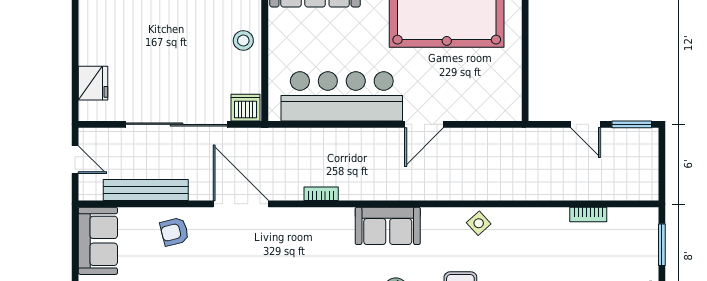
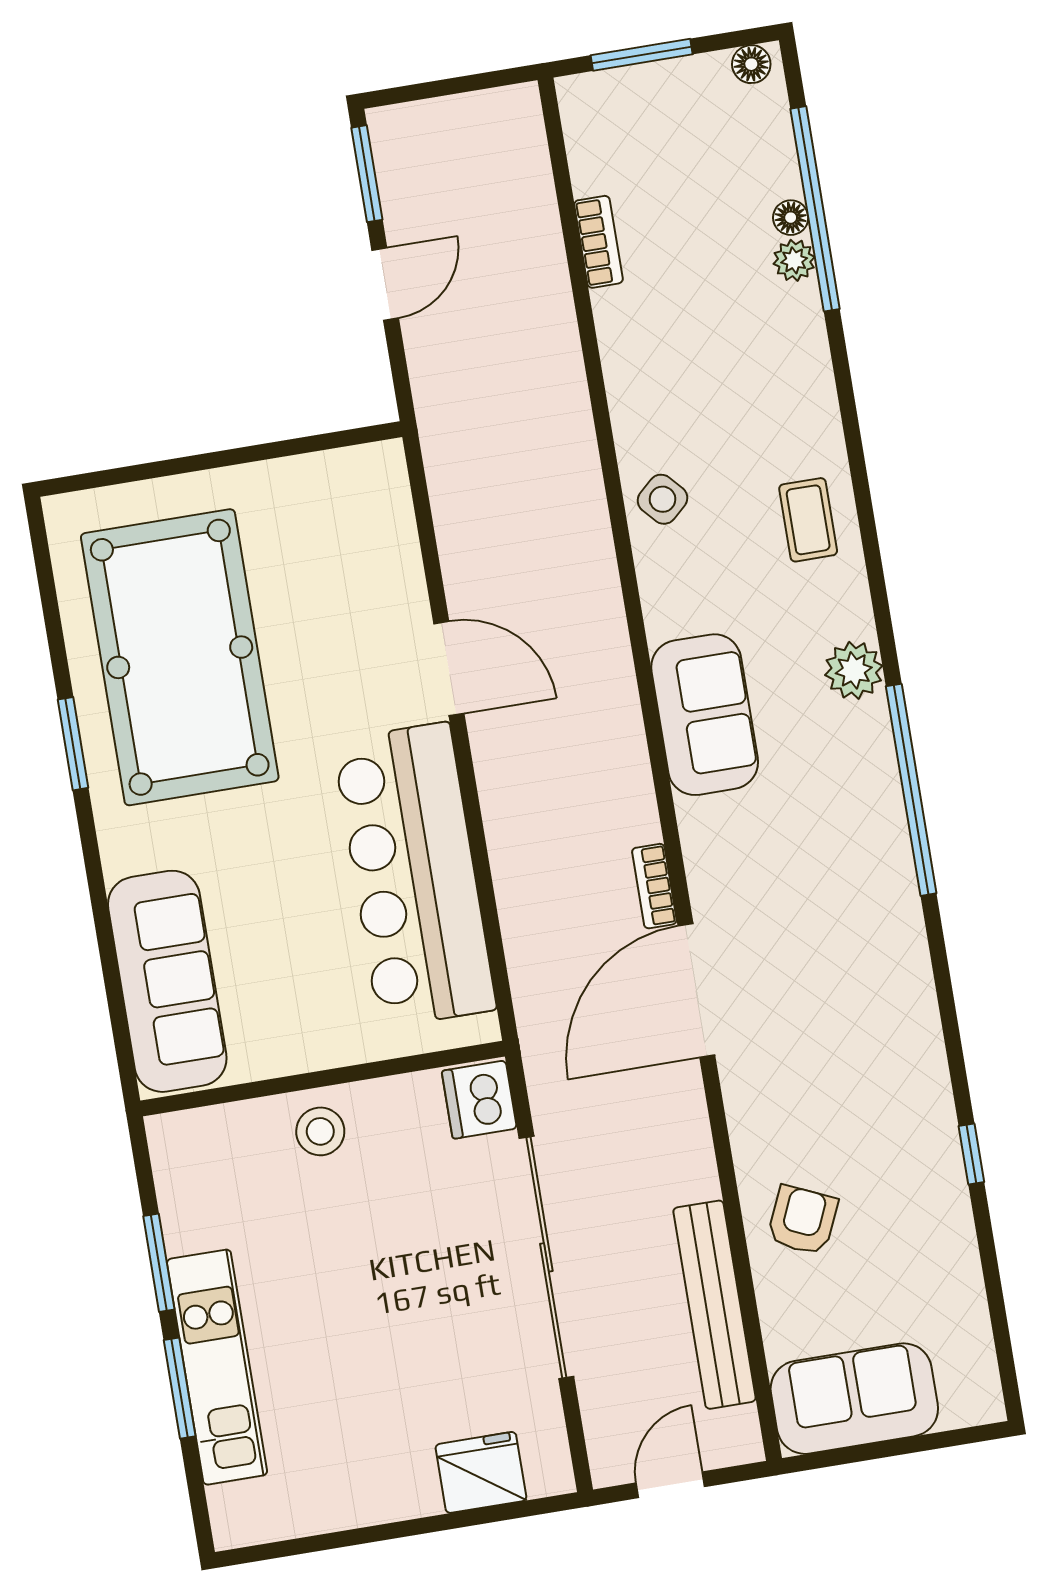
door: (241, 204) -> (696, 991), moved
armchair: (174, 232) -> (803, 1220), turned -142

